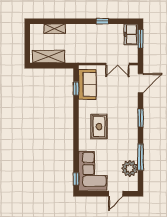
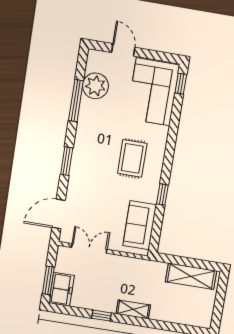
shelving: (55, 29) -> (133, 309), moved
window: (76, 89) -> (162, 194), moved
door: (116, 194) -> (123, 50), hinge flipped

